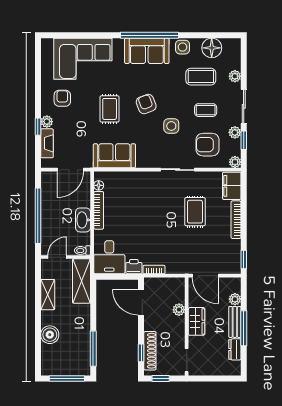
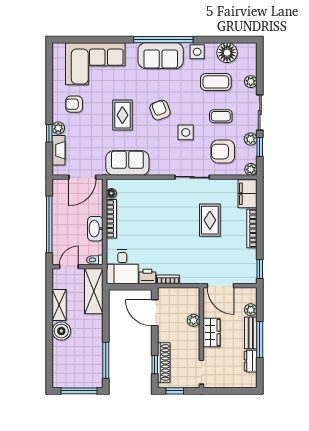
armchair: (62, 98) -> (74, 104), turned -90
boiler: (50, 335) -> (61, 331), moved

